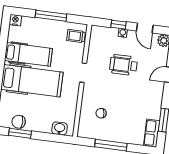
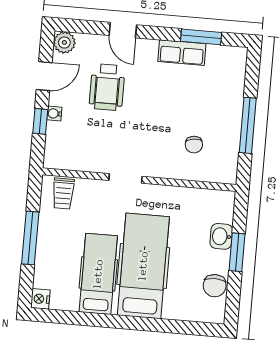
wheelchair: (123, 65) -> (107, 87), moved
washbasin: (60, 128) -> (221, 236), moved
window: (20, 133) -> (237, 252), moved
row of seats: (152, 133) -> (182, 53), moved

